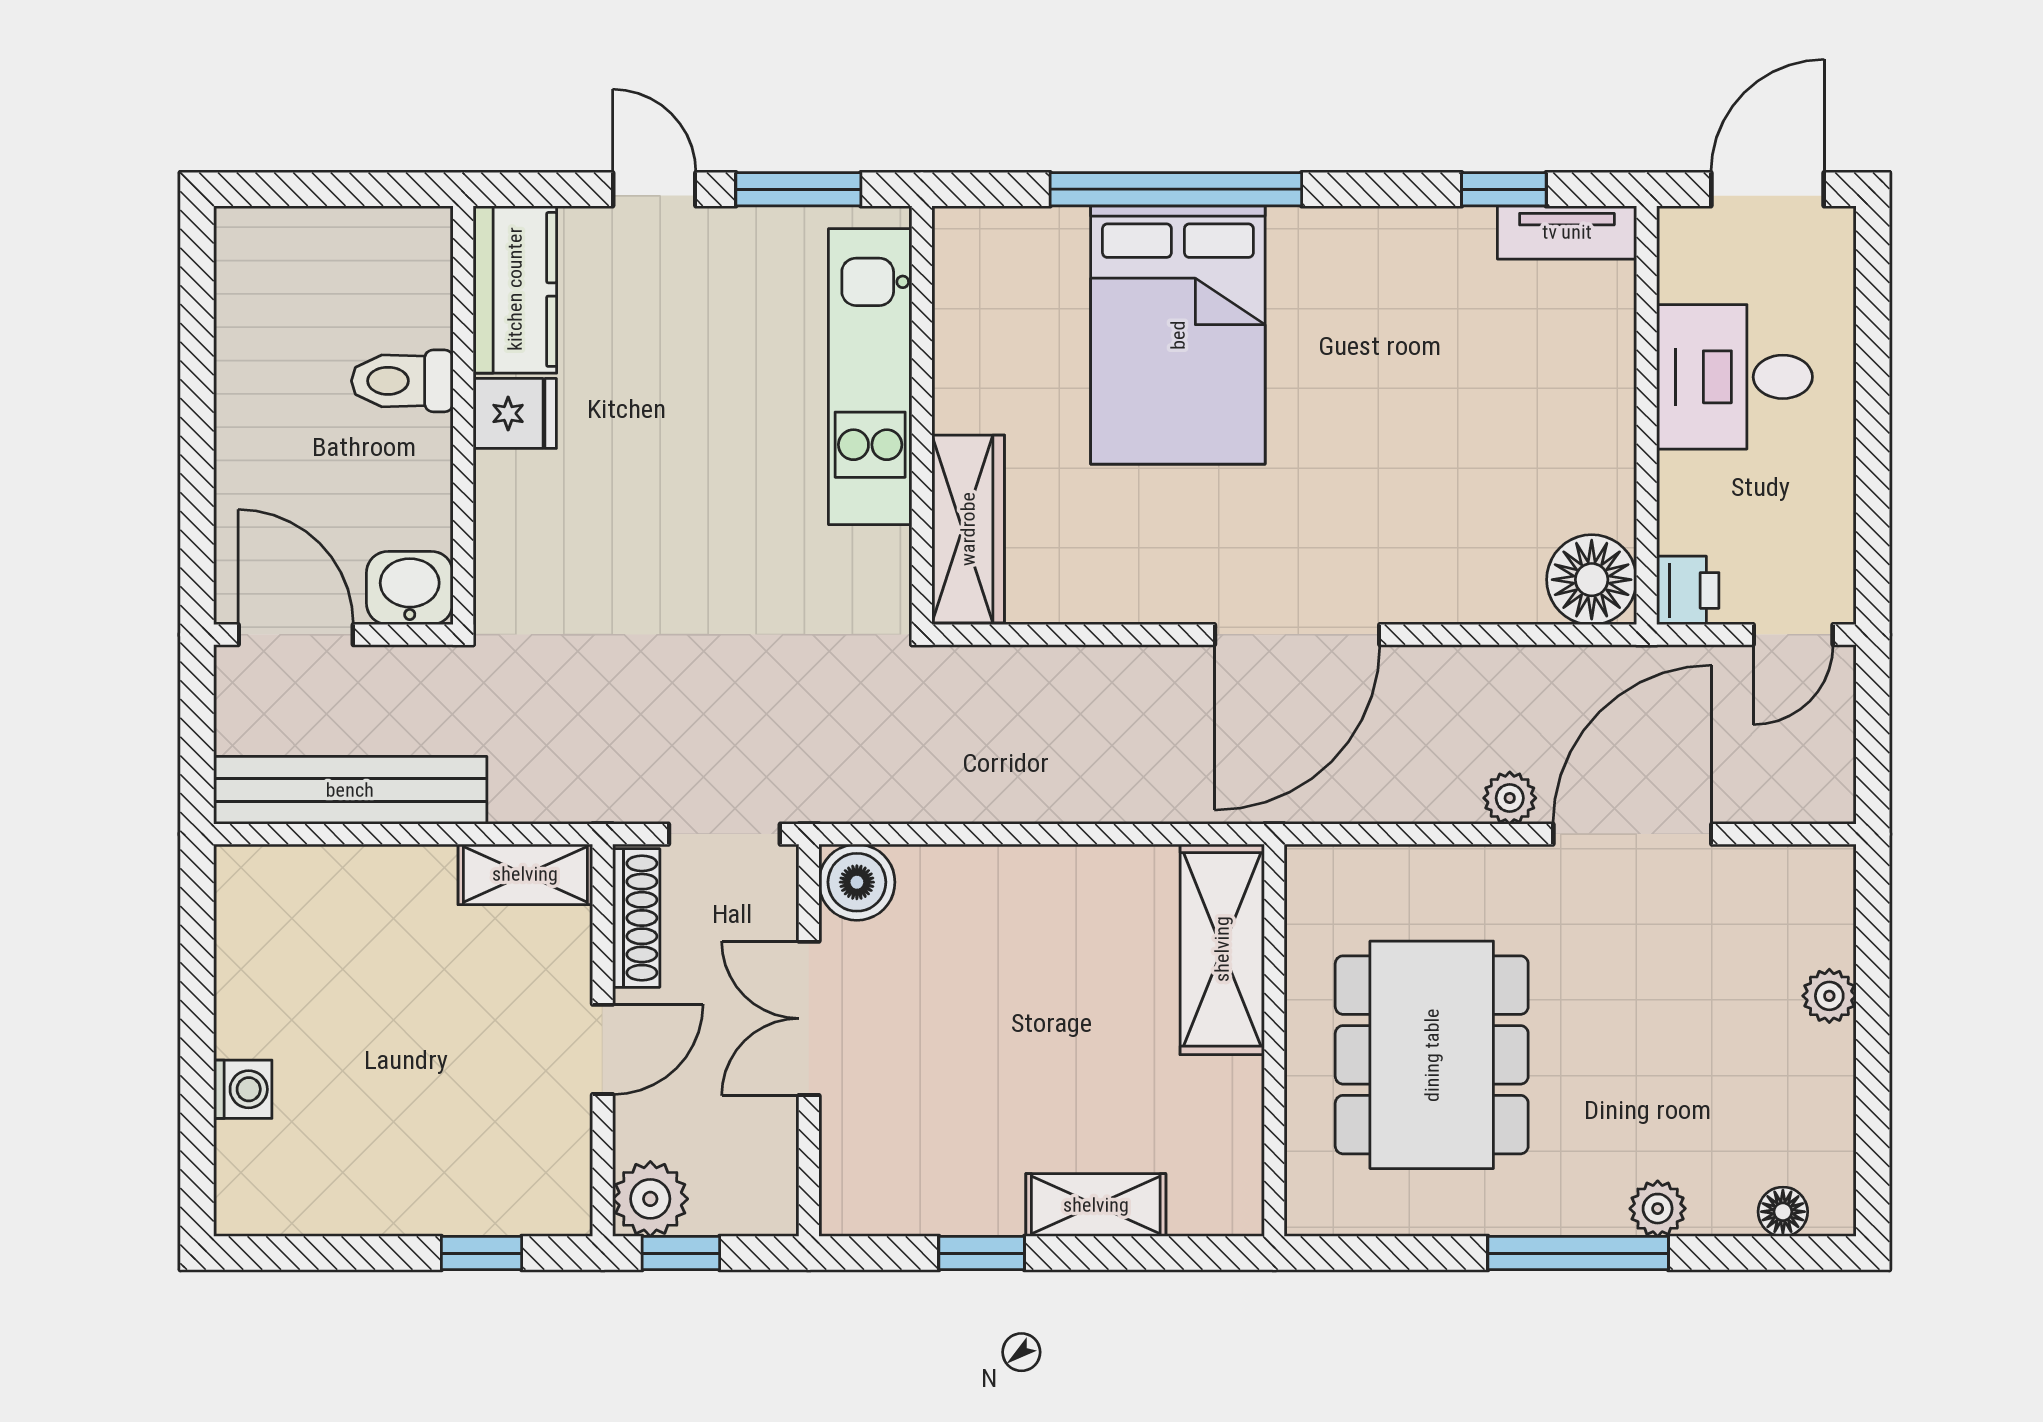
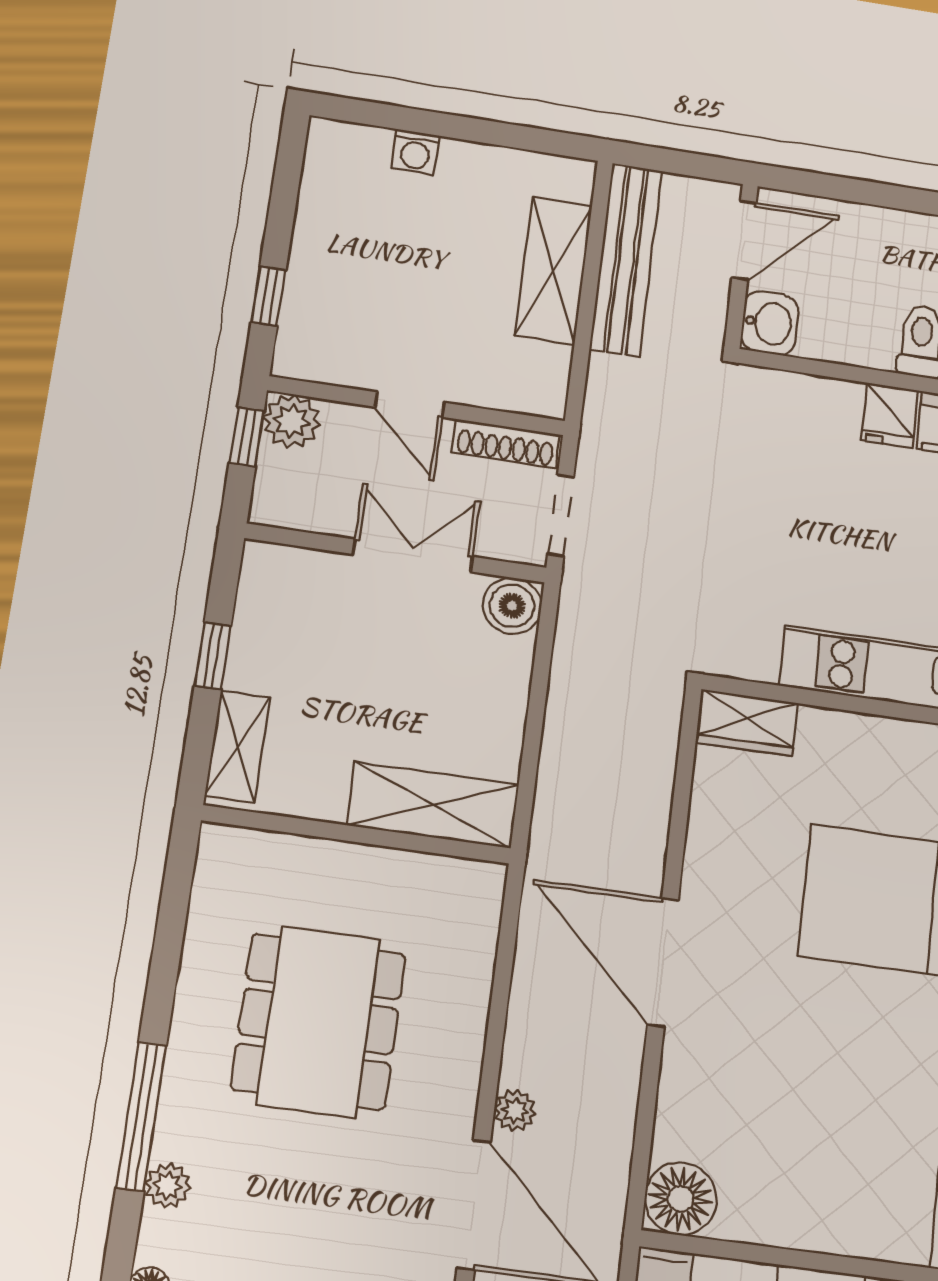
wardrobe: (968, 529) -> (747, 723), width x0.67
shelving: (525, 874) -> (554, 271), moved, width x1.50, depth x1.33
shelving: (1222, 949) -> (433, 805), moved
wall: (1274, 1040) -> (356, 834), moved
dining table: (1432, 1055) -> (318, 1021), turned 90

